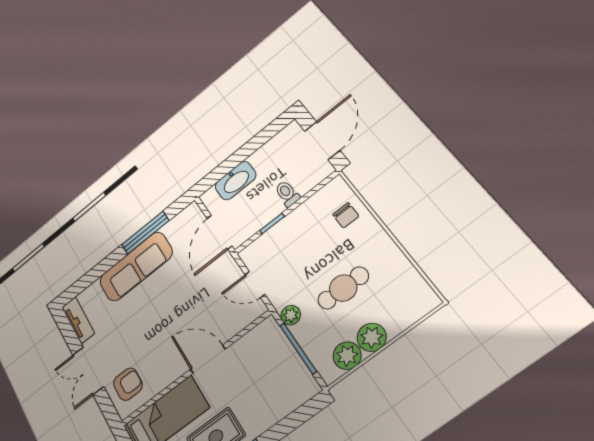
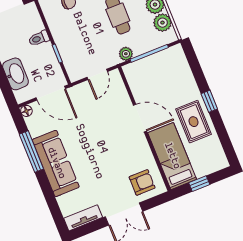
floor lamp: (192, 210) -> (26, 111), added
door: (208, 359) -> (140, 118), swing flipped
armchair: (128, 384) -> (142, 182), turned 90

